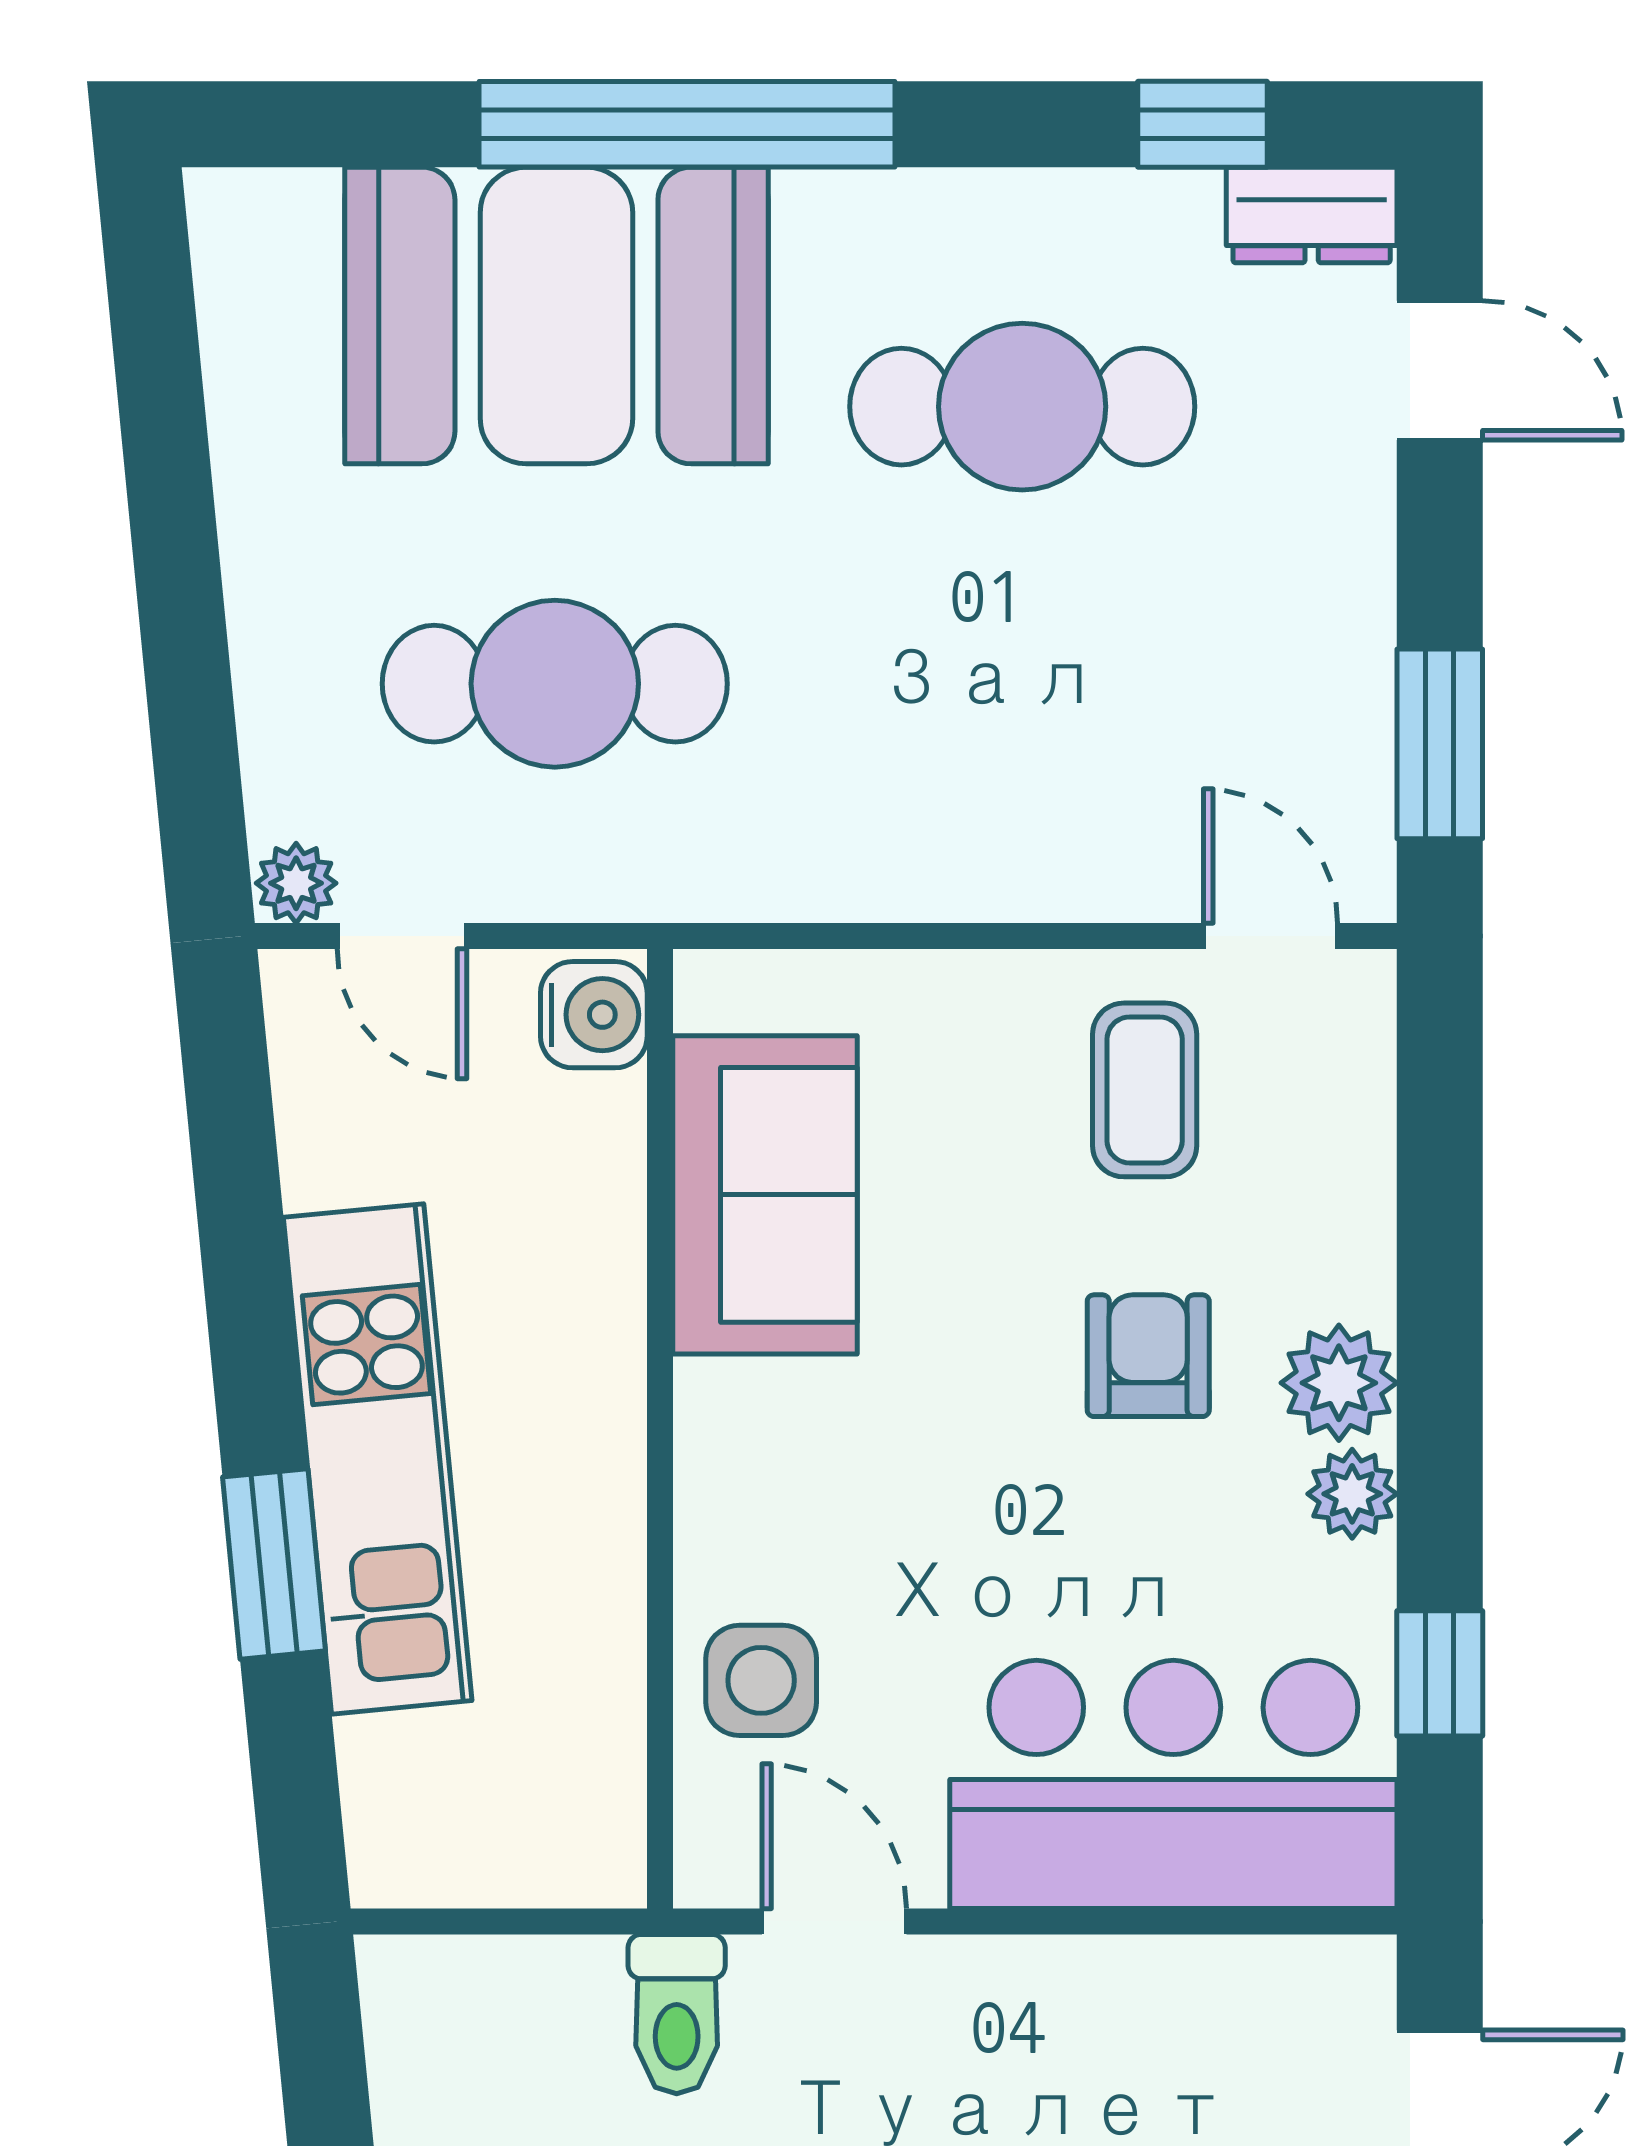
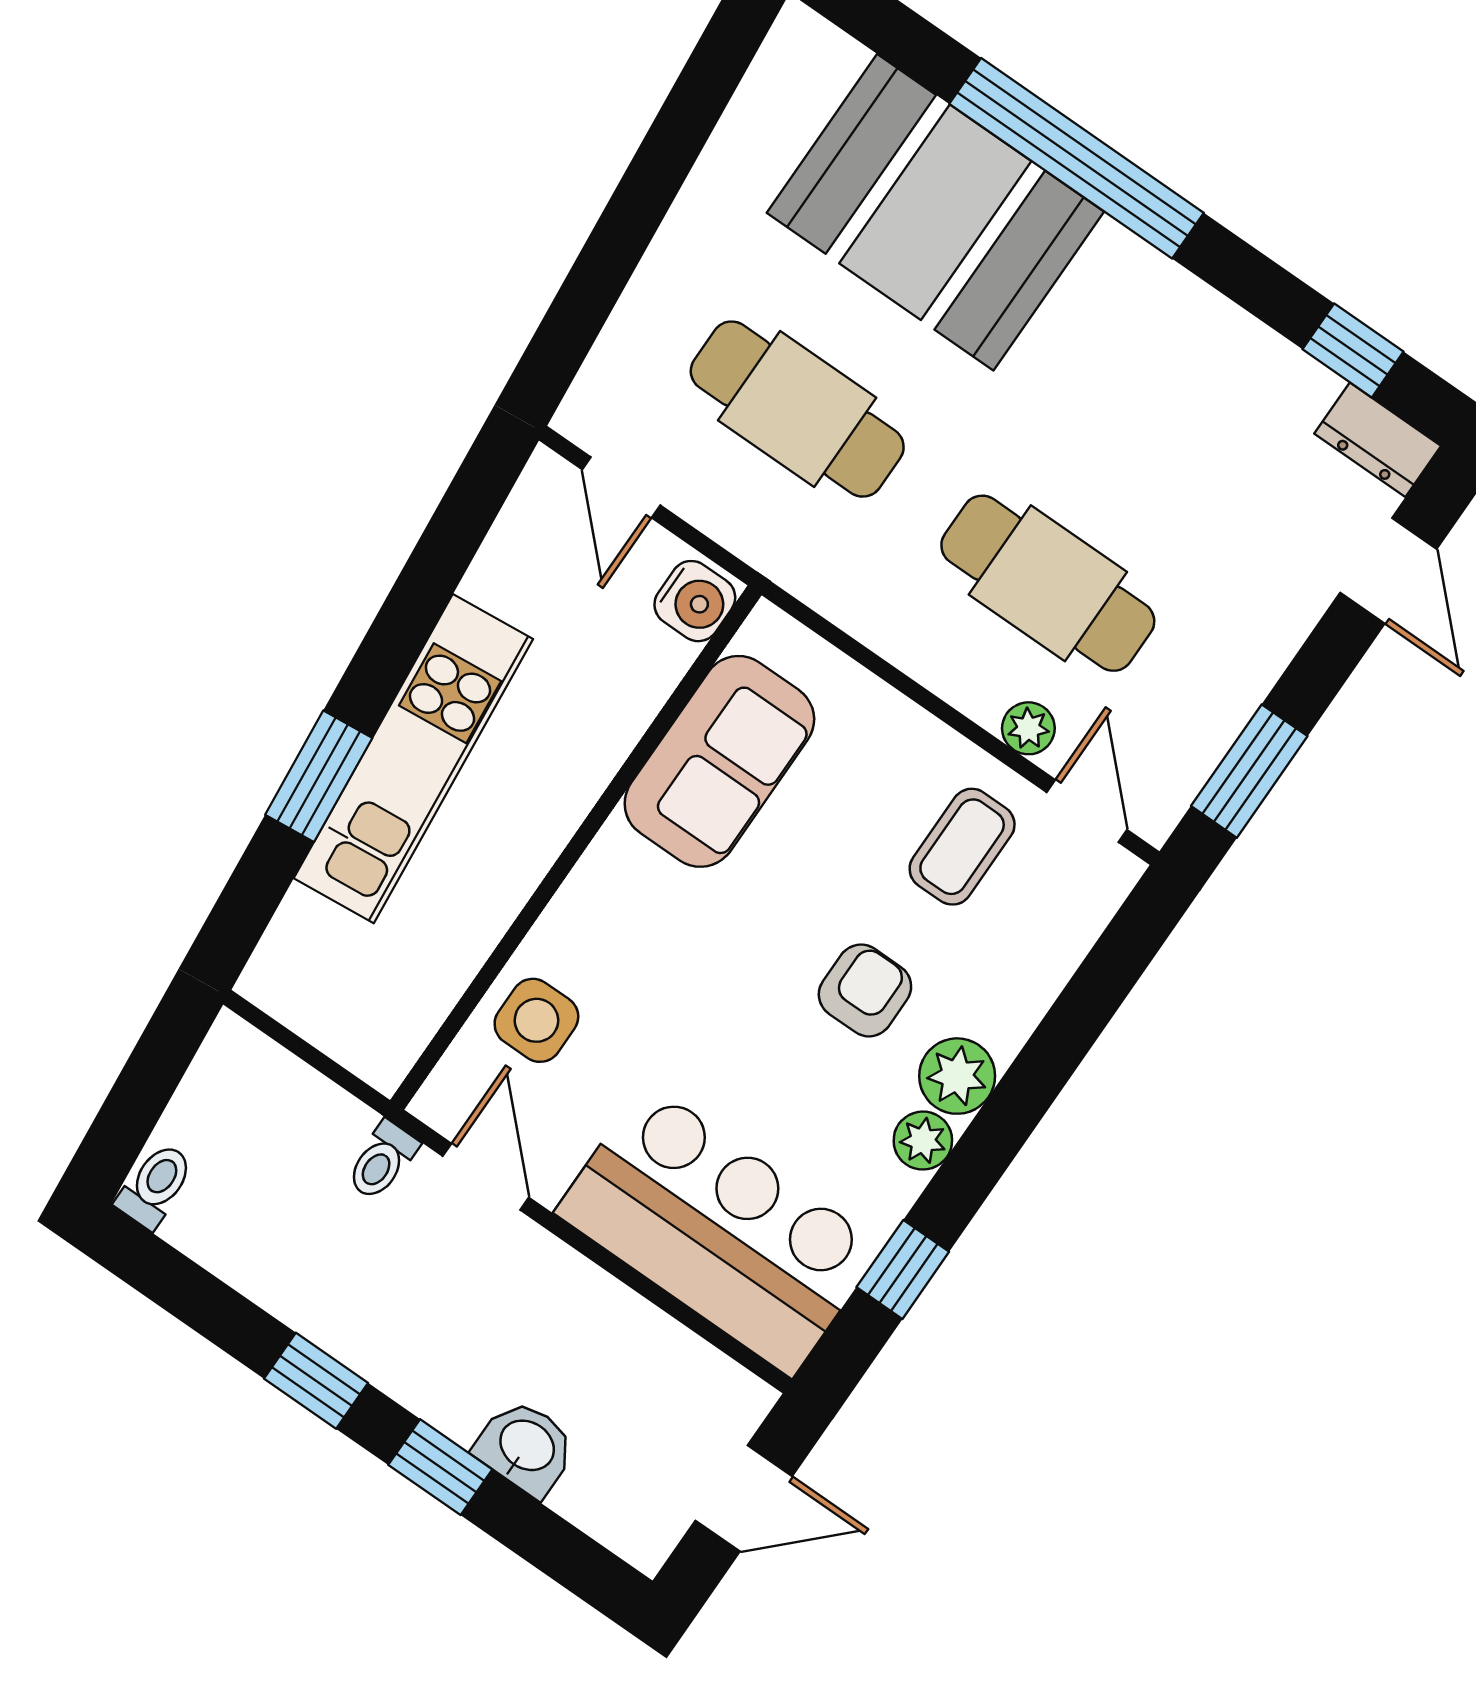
cafe table: (1022, 407) -> (1048, 583), moved
plant: (296, 883) -> (1028, 728), moved
toilet: (677, 2014) -> (382, 1161), width x0.73, depth x0.72

